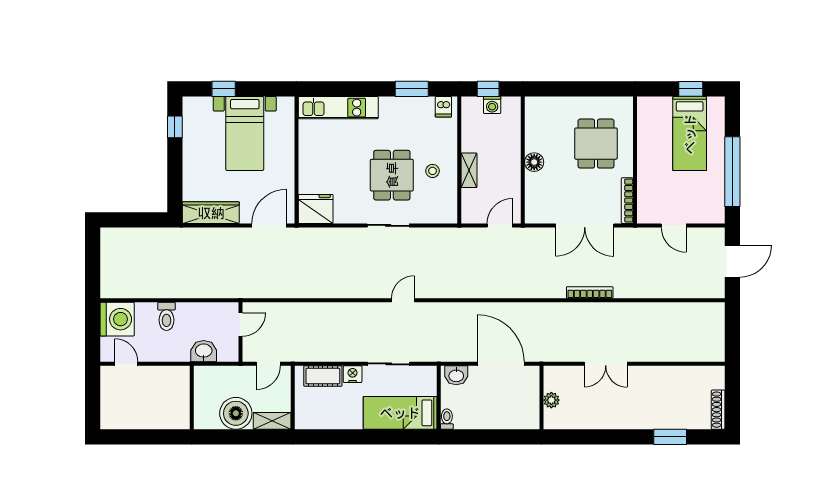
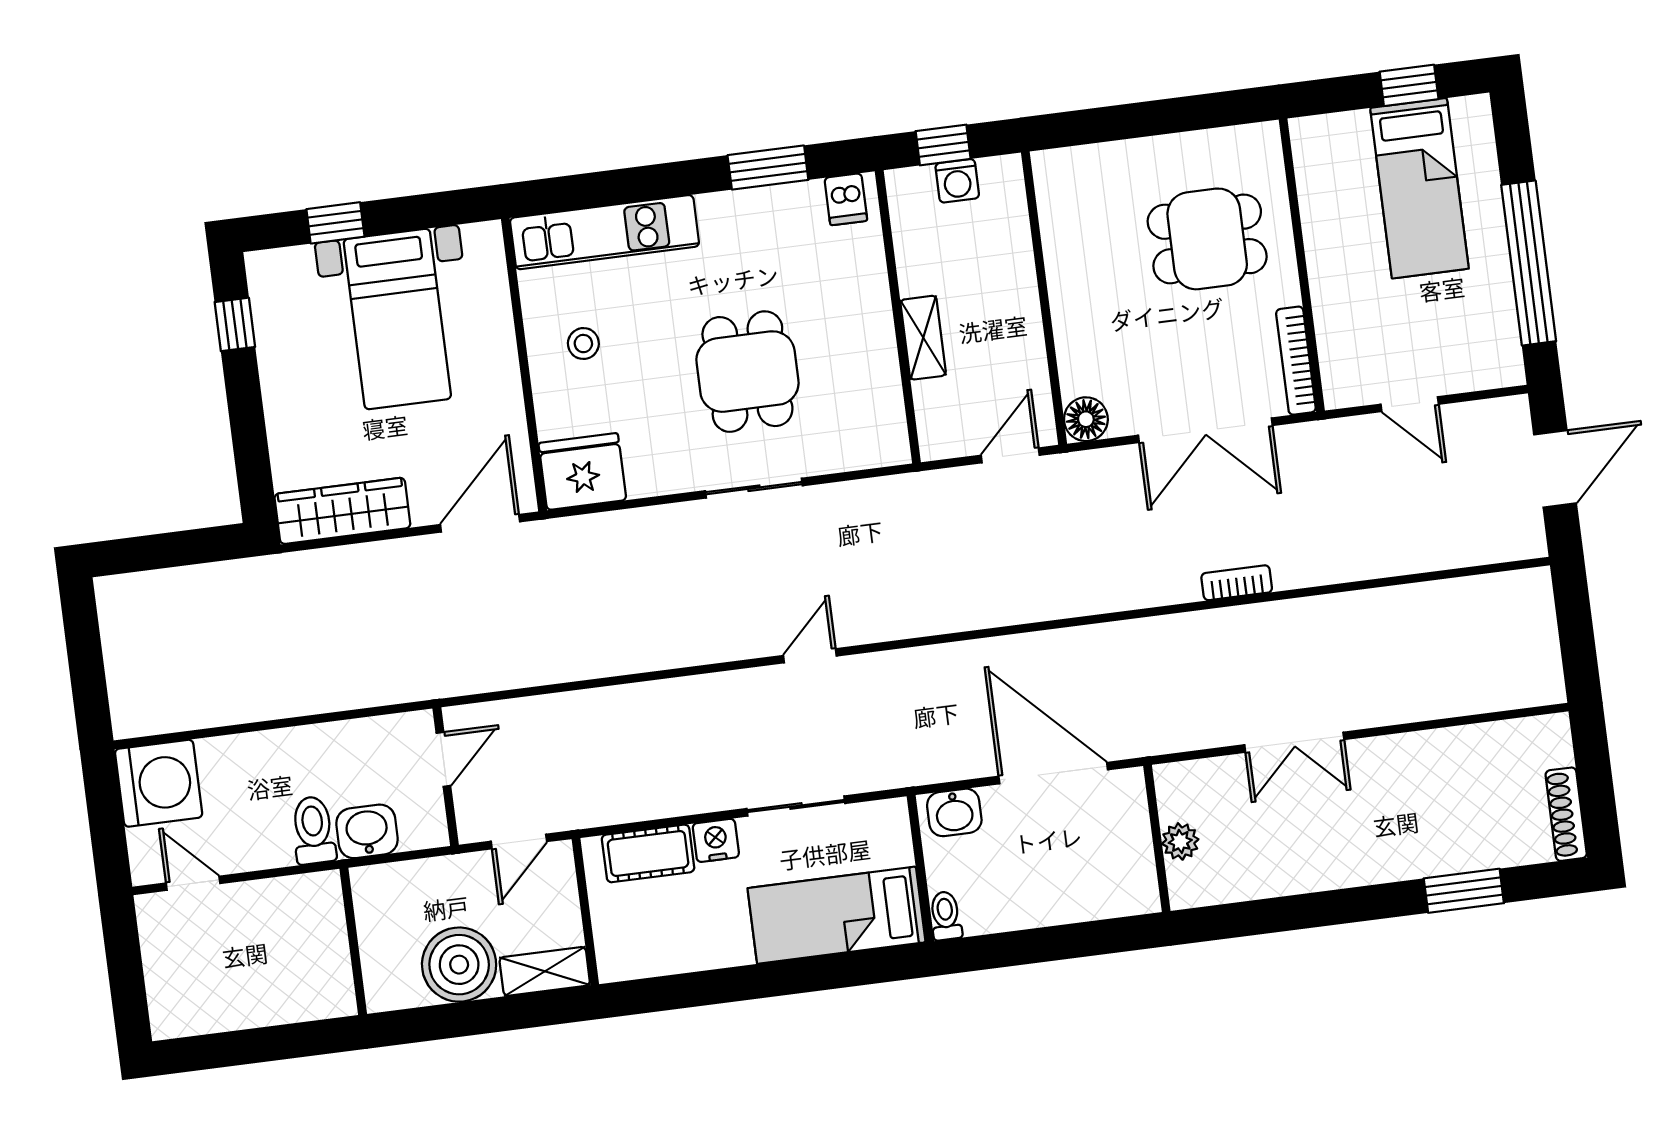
dining table: (596, 144) -> (1207, 239), turned 90
floor lamp: (534, 162) -> (1086, 419), moved
stool: (433, 171) -> (583, 344), moved
bookcase: (590, 292) -> (1237, 583), width x0.64
toilet: (166, 316) -> (313, 830), moved, turned 180

